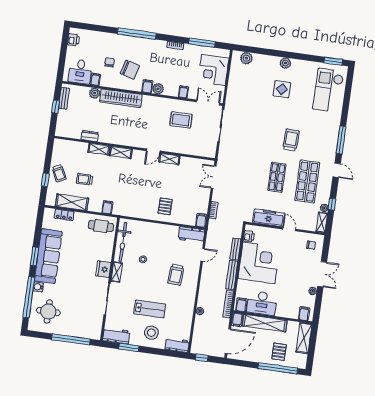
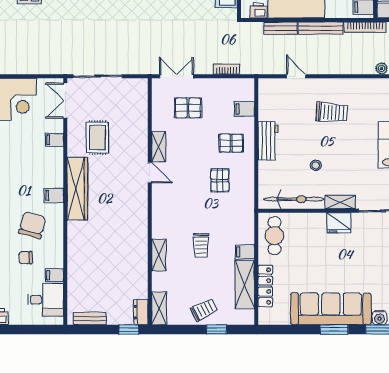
plant: (158, 89) -> (55, 179), removed
plant: (95, 93) -> (75, 273), removed
wardrobe: (121, 98) -> (77, 189), moved
window: (56, 107) -> (129, 329), moved
dresser: (90, 136) -> (141, 312), moved
shelving: (121, 152) -> (159, 308), moved
double door: (214, 177) -> (177, 76), swing flipped
trolley: (84, 179) -> (201, 245), moved
pallet: (192, 182) -> (188, 108), added
pallet: (142, 196) -> (220, 181), added
filing cabinet: (107, 207) -> (245, 252), moved
locker: (64, 215) -> (265, 286), width x1.53
filing cabinet: (201, 220) -> (244, 109), moved
workbench: (191, 235) -> (268, 141), moved

